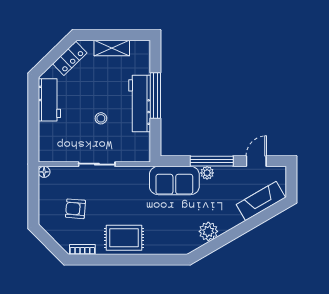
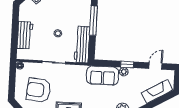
workbench: (49, 100) -> (25, 35), moved
workbench: (140, 104) -> (82, 44), moved
window: (212, 161) -> (127, 64), width x0.46
armchair: (76, 209) -> (39, 90), width x1.88, depth x1.88

